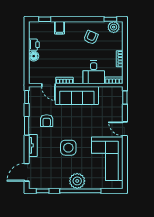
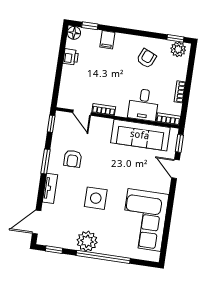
floor lamp: (34, 56) -> (74, 33), moved
sofa: (77, 95) -> (140, 135), moved
door: (125, 129) -> (176, 169), moved
plant: (77, 181) -> (87, 241), moved

